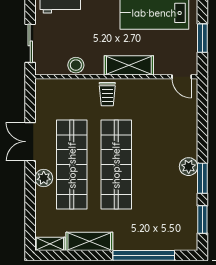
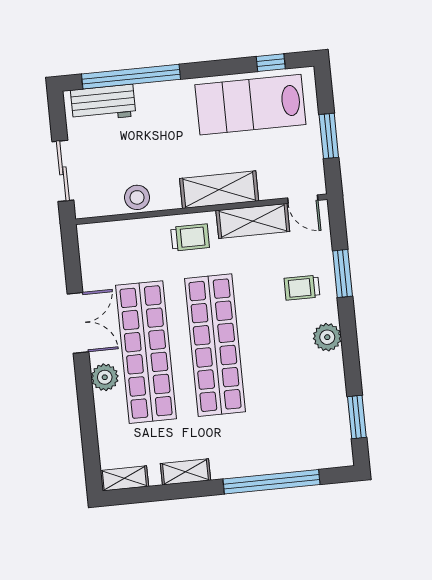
shelving: (148, 88) -> (253, 221), added
trolley: (107, 94) -> (190, 237), turned -90
trolley: (176, 133) -> (302, 288), added
double door: (30, 142) -> (78, 323), swing flipped
window: (202, 178) -> (343, 274), moved
shelving: (89, 241) -> (185, 472), width x0.67, depth x0.75

